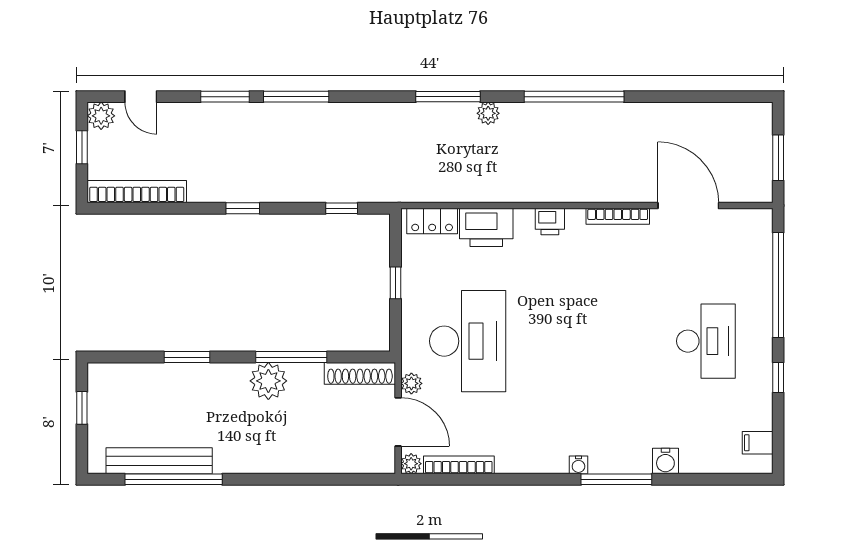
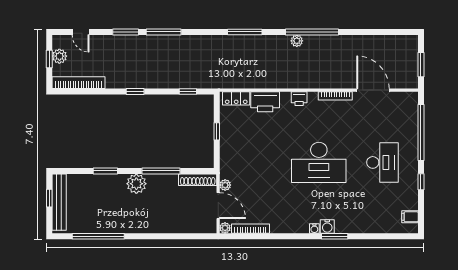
plant: (488, 113) -> (297, 41), moved
plant: (101, 116) -> (59, 56), moved
desk: (468, 341) -> (319, 162), moved, turned 90
plant: (268, 381) -> (136, 184), moved
bench: (159, 461) -> (59, 202), moved, turned 90
water cooler: (665, 461) -> (327, 227), moved
window: (616, 479) -> (335, 236), width x0.69

